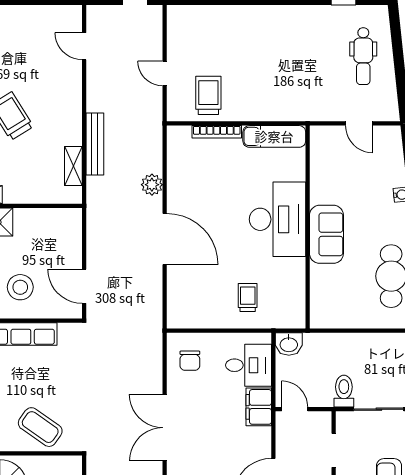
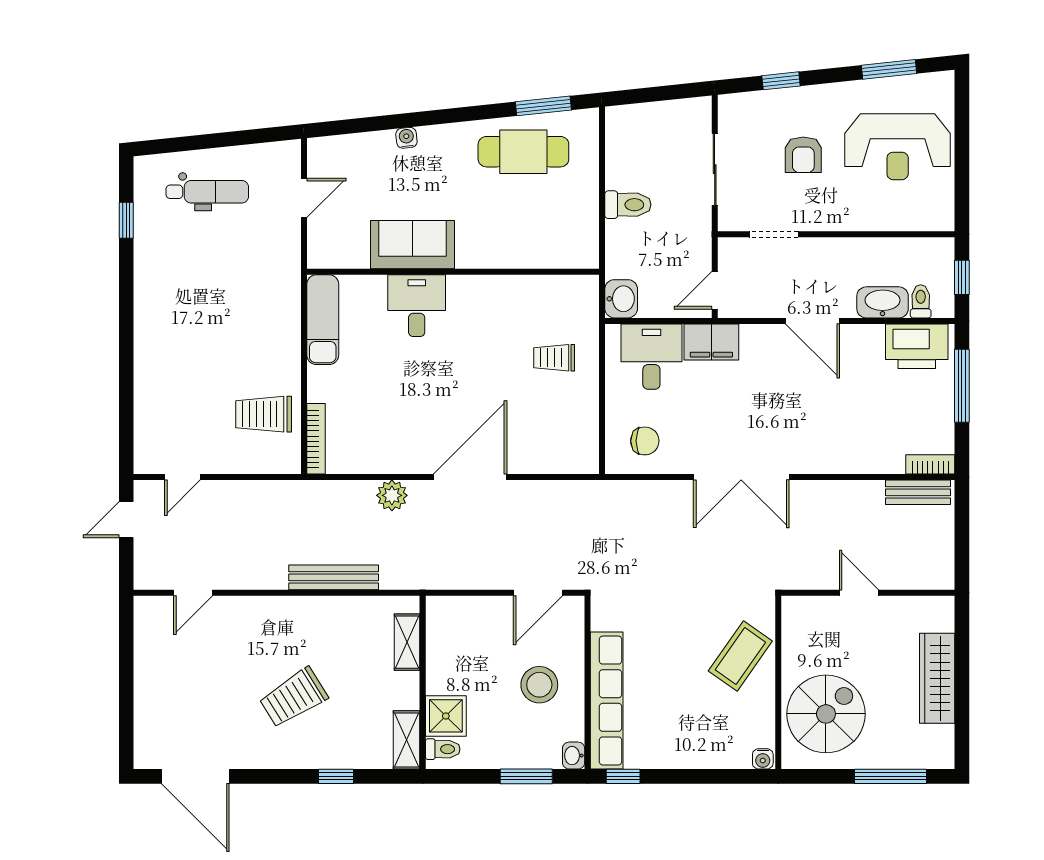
door: (165, 74) -> (182, 477), moved
bookcase: (217, 132) -> (316, 439), moved
shelving: (73, 166) -> (407, 642), moved, turned 90
desk: (278, 219) -> (417, 306), width x0.53, depth x0.77
sofa: (326, 234) -> (413, 245), moved
toilet: (344, 391) -> (628, 205), moved, turned 180

